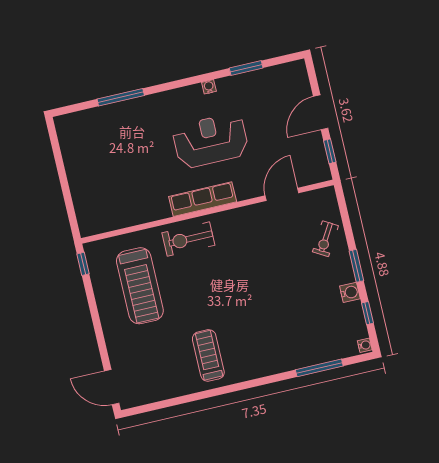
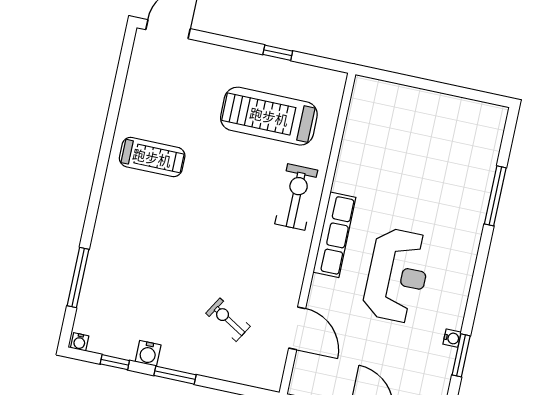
water cooler: (209, 87) -> (452, 338), moved
exercise bike: (325, 239) -> (228, 320), moved
window: (83, 264) -> (278, 53), moved

